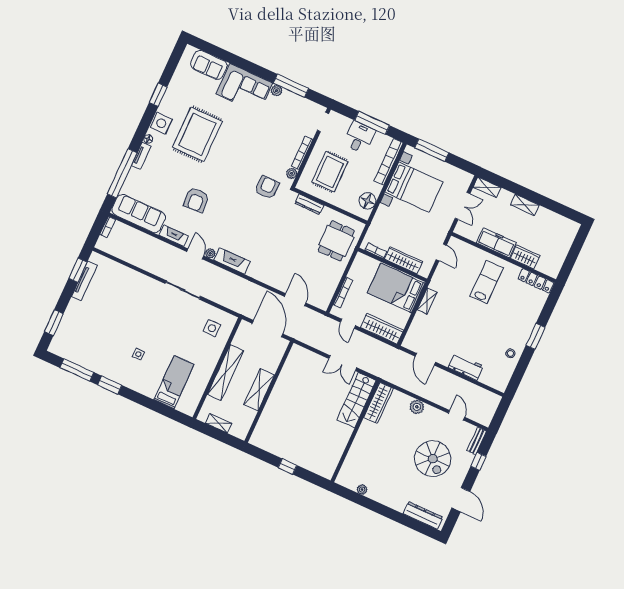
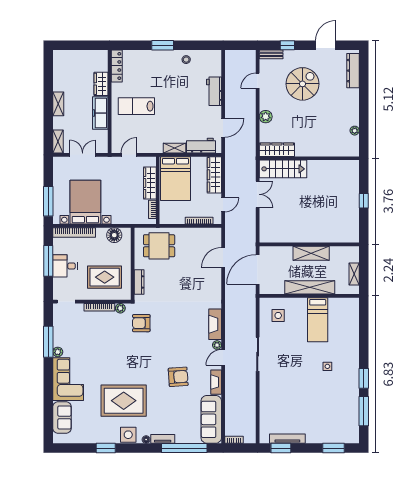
workbench: (417, 329) -> (201, 146), added
bed: (174, 382) -> (318, 320), moved, turned -90

